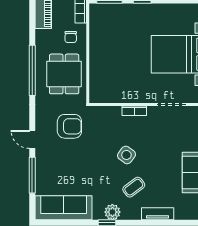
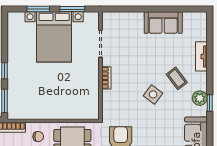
side table: (126, 155) -> (153, 94), moved

